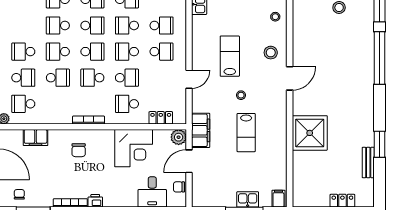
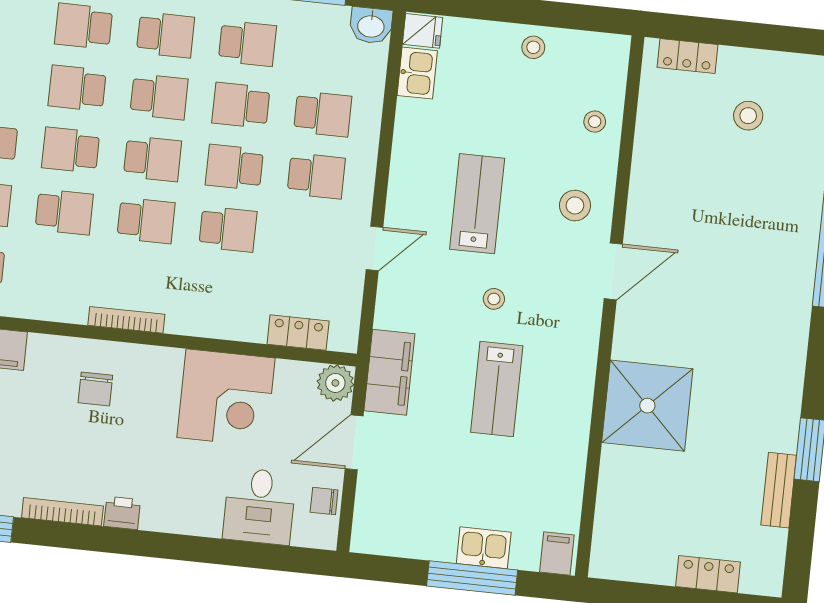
school desk: (92, 78) -> (146, 221), turned 180
school desk: (127, 104) -> (221, 291), removed

